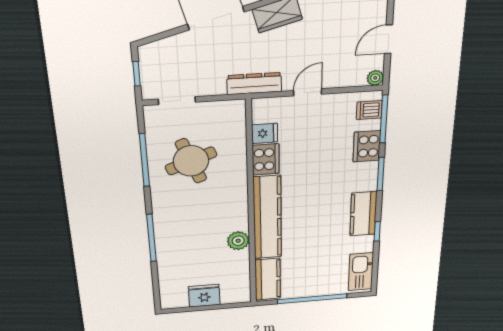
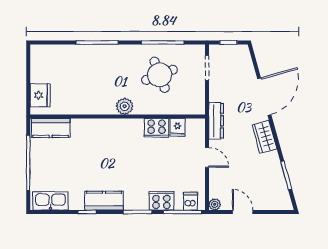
kitchen counter: (267, 218) -> (107, 128), removed
plant: (238, 241) -> (125, 106), moved
fridge: (204, 296) -> (40, 95), moved

